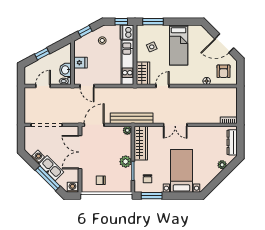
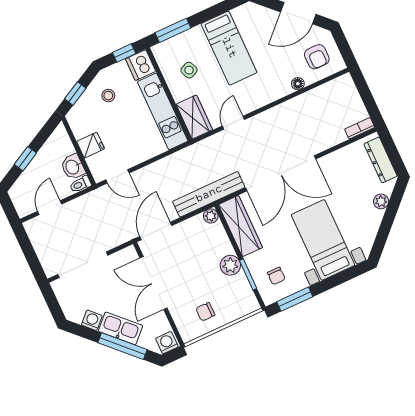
double door: (175, 125) -> (281, 173), width x1.87

